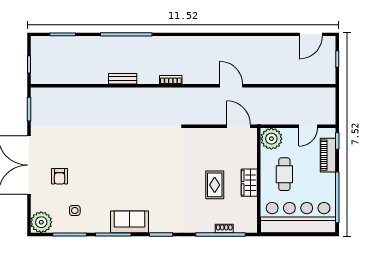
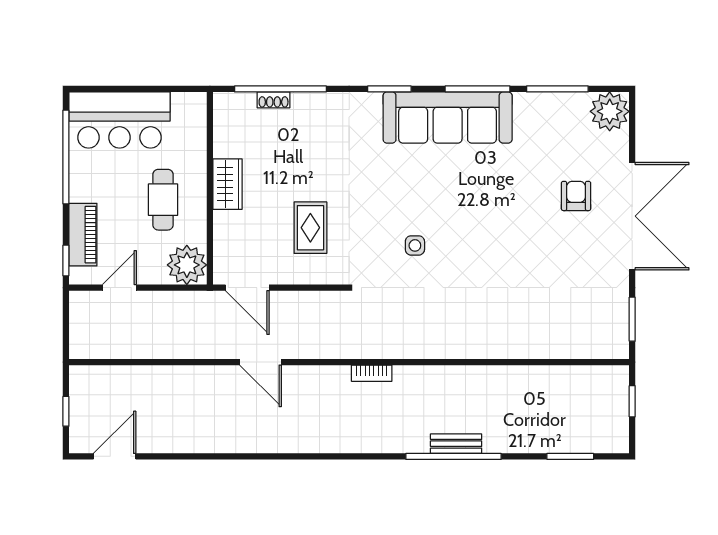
bench: (123, 79) -> (456, 444), moved
rug: (215, 185) -> (310, 228), moved
side table: (75, 211) -> (415, 245), moved
bar counter: (298, 218) -> (120, 120), width x0.73
sofa: (129, 222) -> (448, 118), width x1.85, depth x1.27

